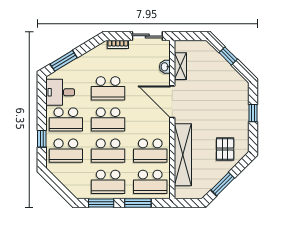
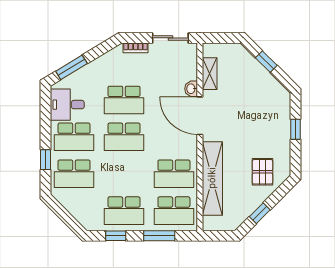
washbasin: (165, 67) -> (191, 89), moved
school desk: (108, 151) -> (124, 174), removed
window: (223, 184) -> (260, 213), width x0.67
window: (101, 203) -> (116, 236), width x0.67

